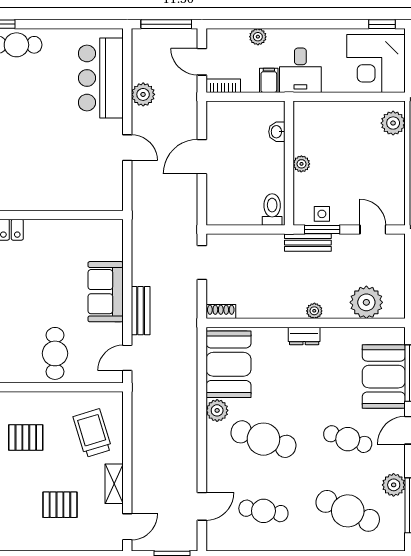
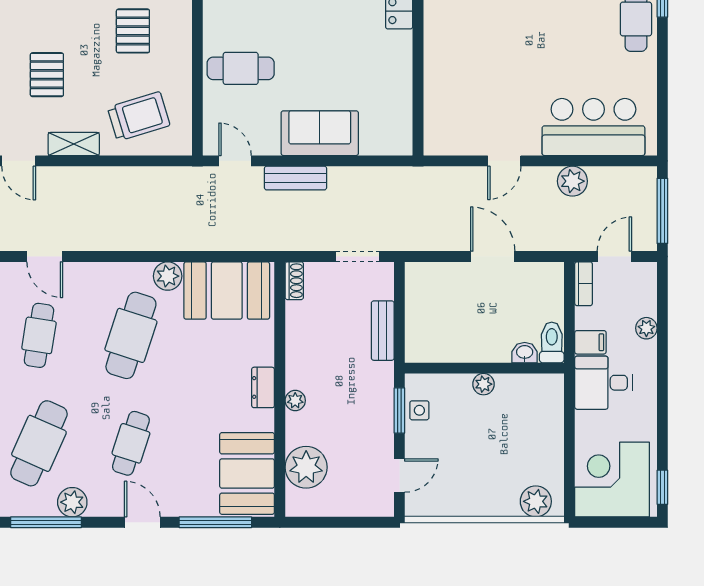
toilet: (272, 209) -> (552, 342), moved, turned -90
bench: (308, 243) -> (383, 331), moved
booth: (384, 377) -> (247, 473), moved, turned 90

